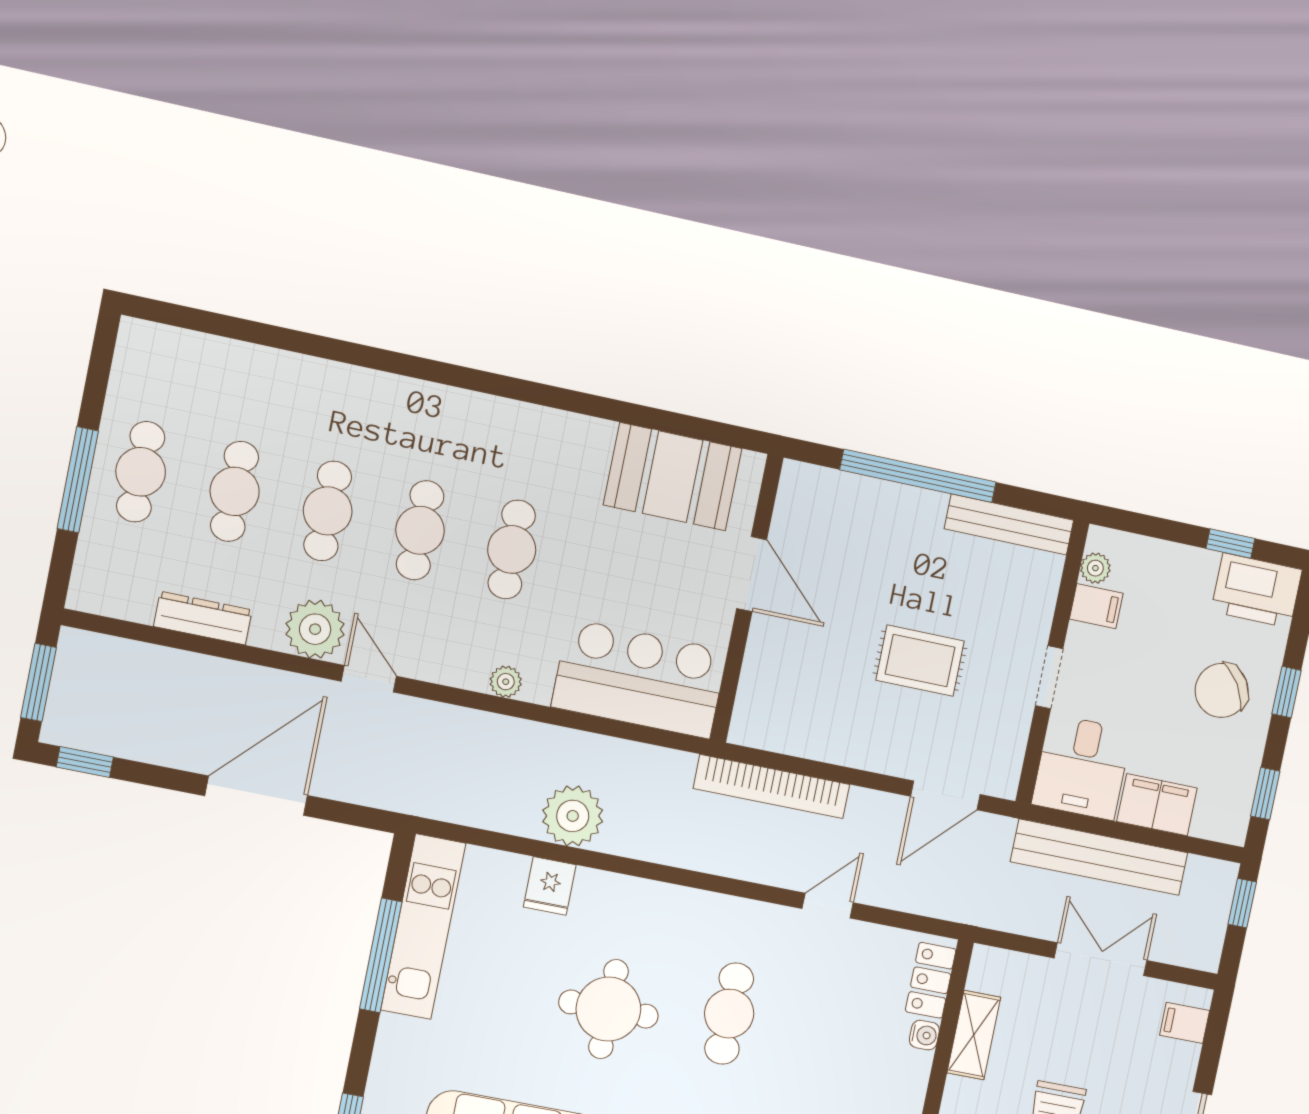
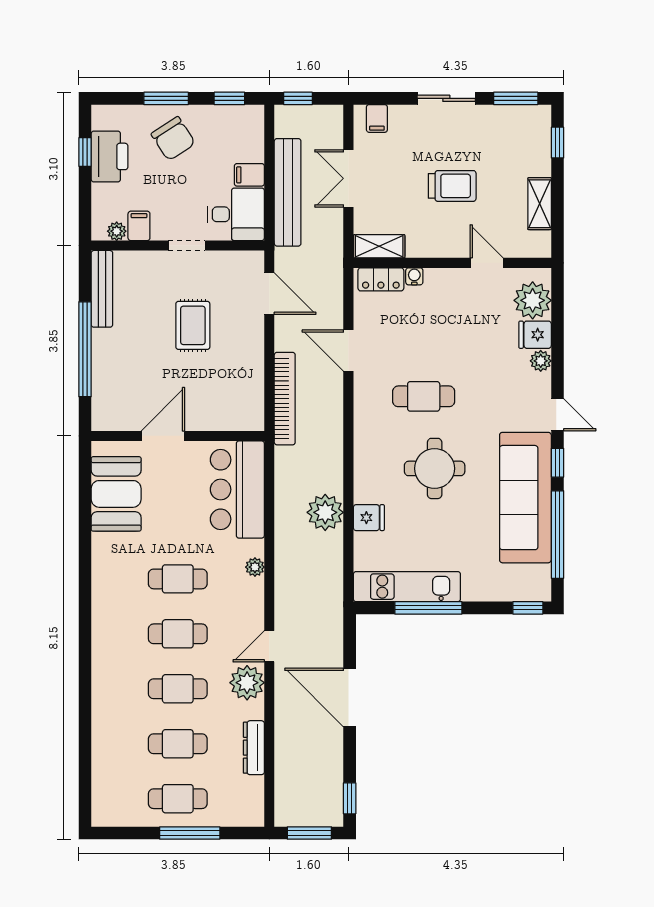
printer: (1257, 590) -> (109, 156), moved
window: (1287, 692) -> (166, 98), width x1.50
filing cabinet: (1157, 805) -> (249, 175), width x0.50
door: (828, 906) -> (348, 351), width x1.38
shelving: (974, 1035) -> (379, 246), moved

